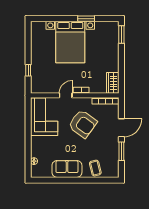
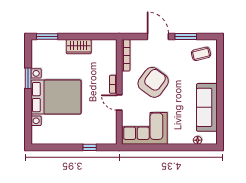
wardrobe: (113, 83) -> (79, 47), moved
coffee table: (95, 168) -> (201, 54), moved
sofa: (67, 169) -> (207, 107), width x1.36

